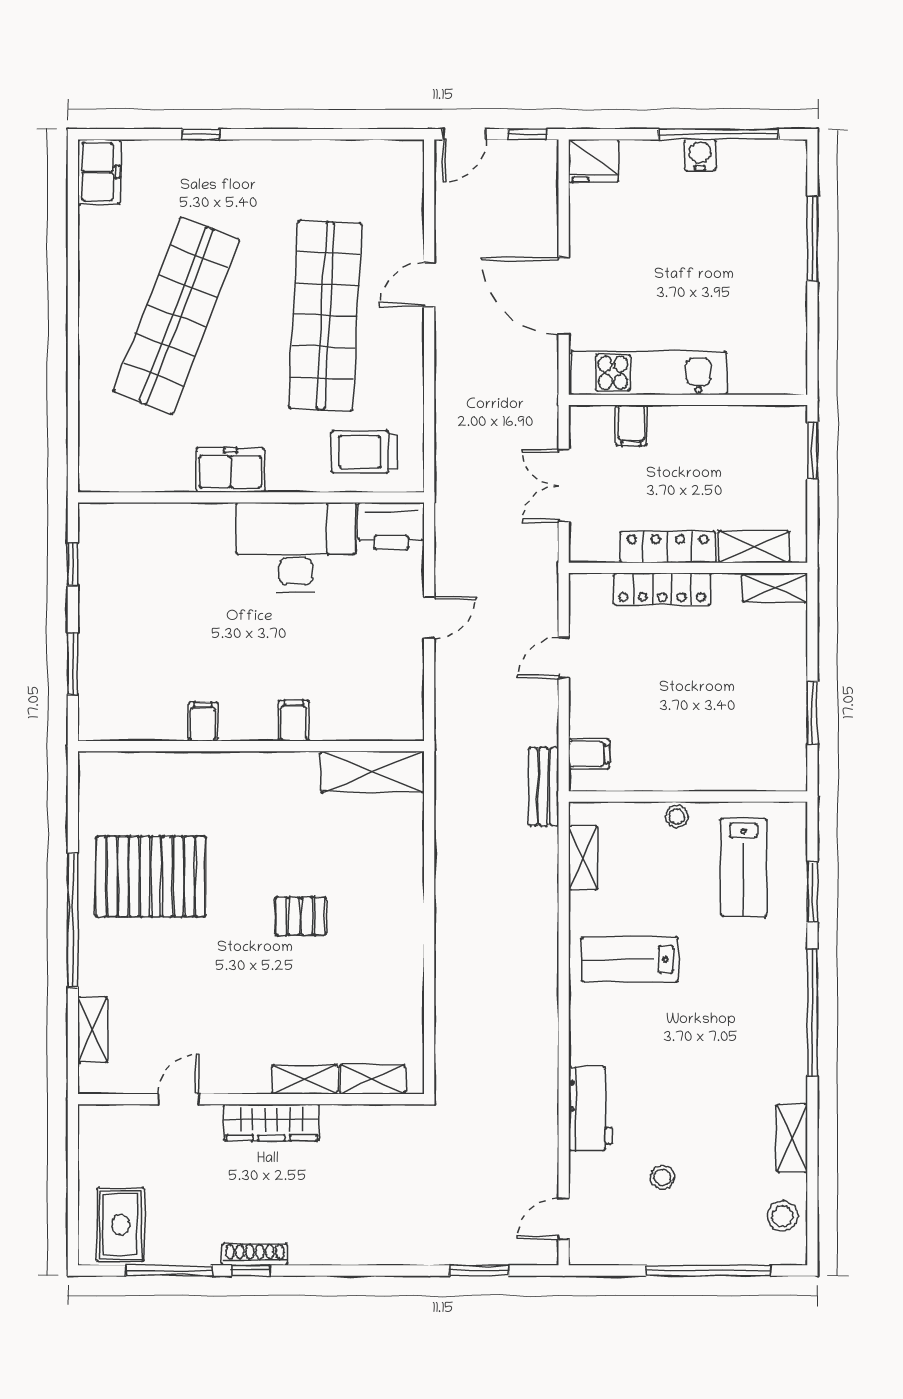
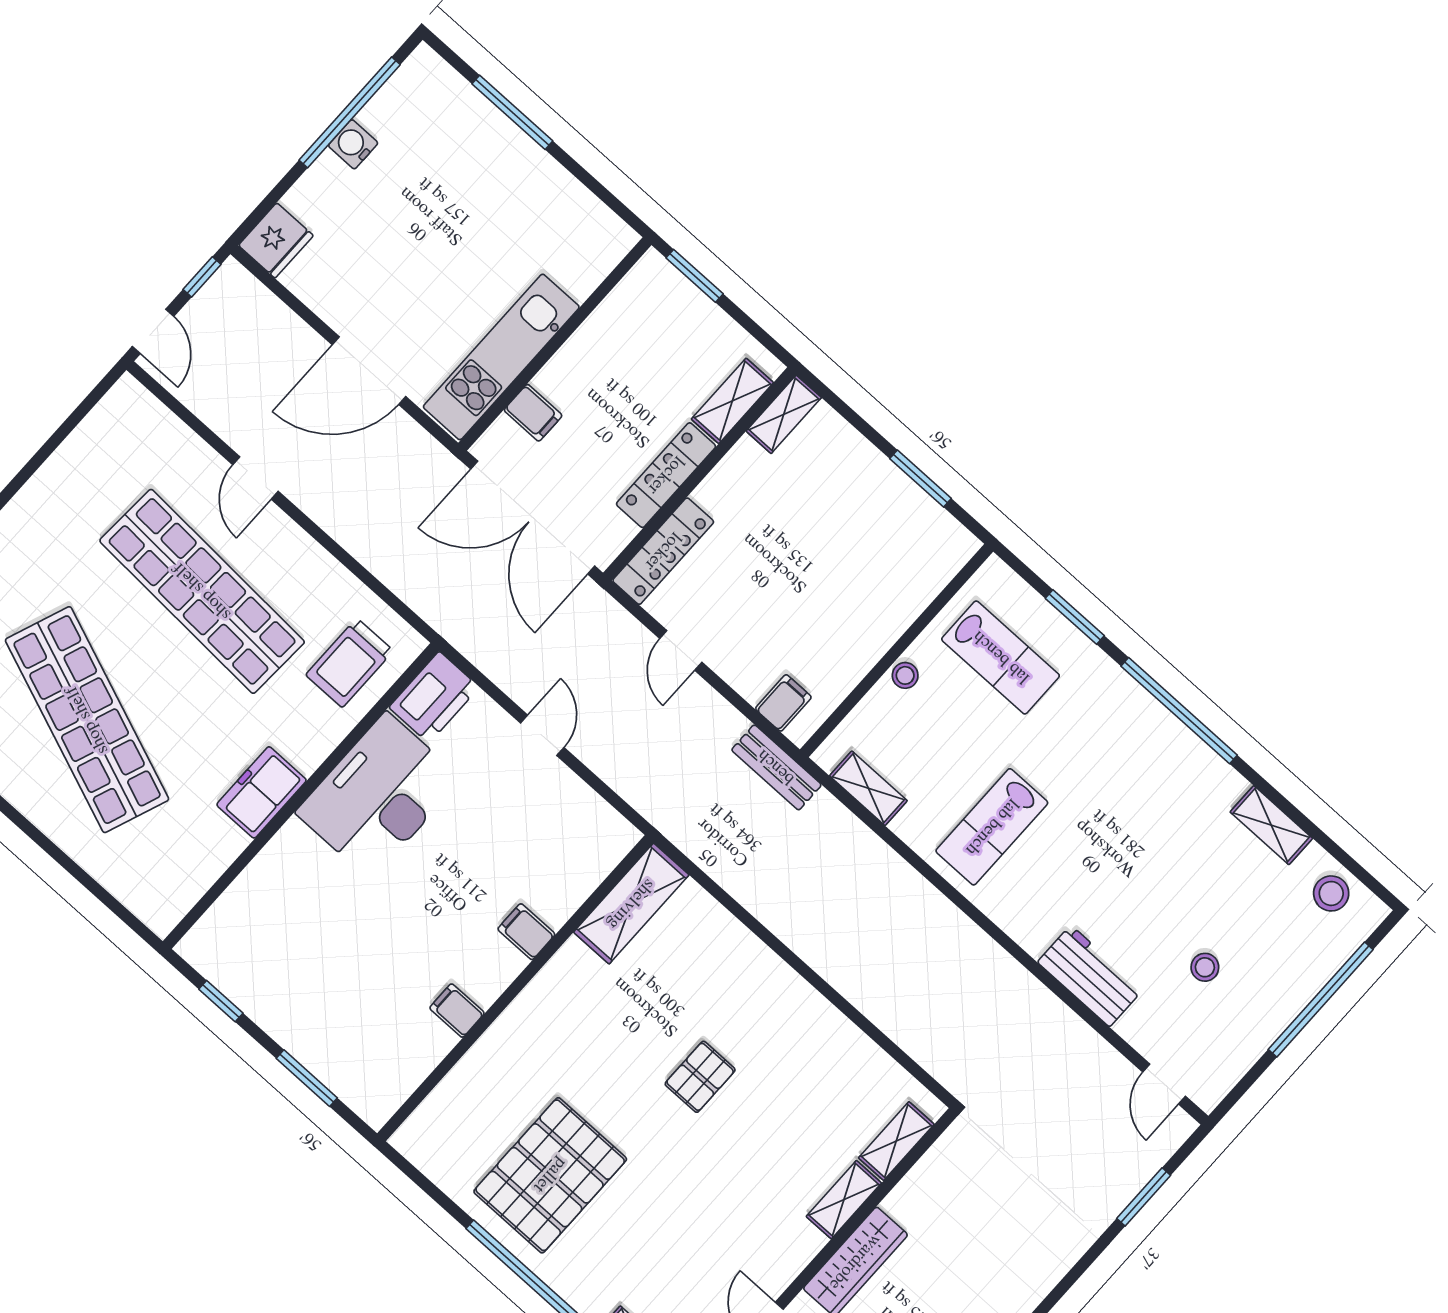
double door: (564, 486) -> (533, 518), width x1.87
locker: (662, 589) -> (663, 551), moved

